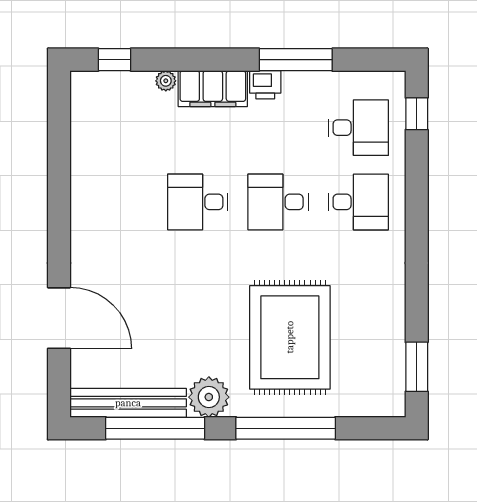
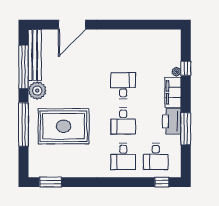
window: (114, 60) -> (186, 68), moved
printer: (265, 85) -> (172, 121), width x1.87, depth x1.48
desk: (278, 202) -> (123, 121), turned 180

